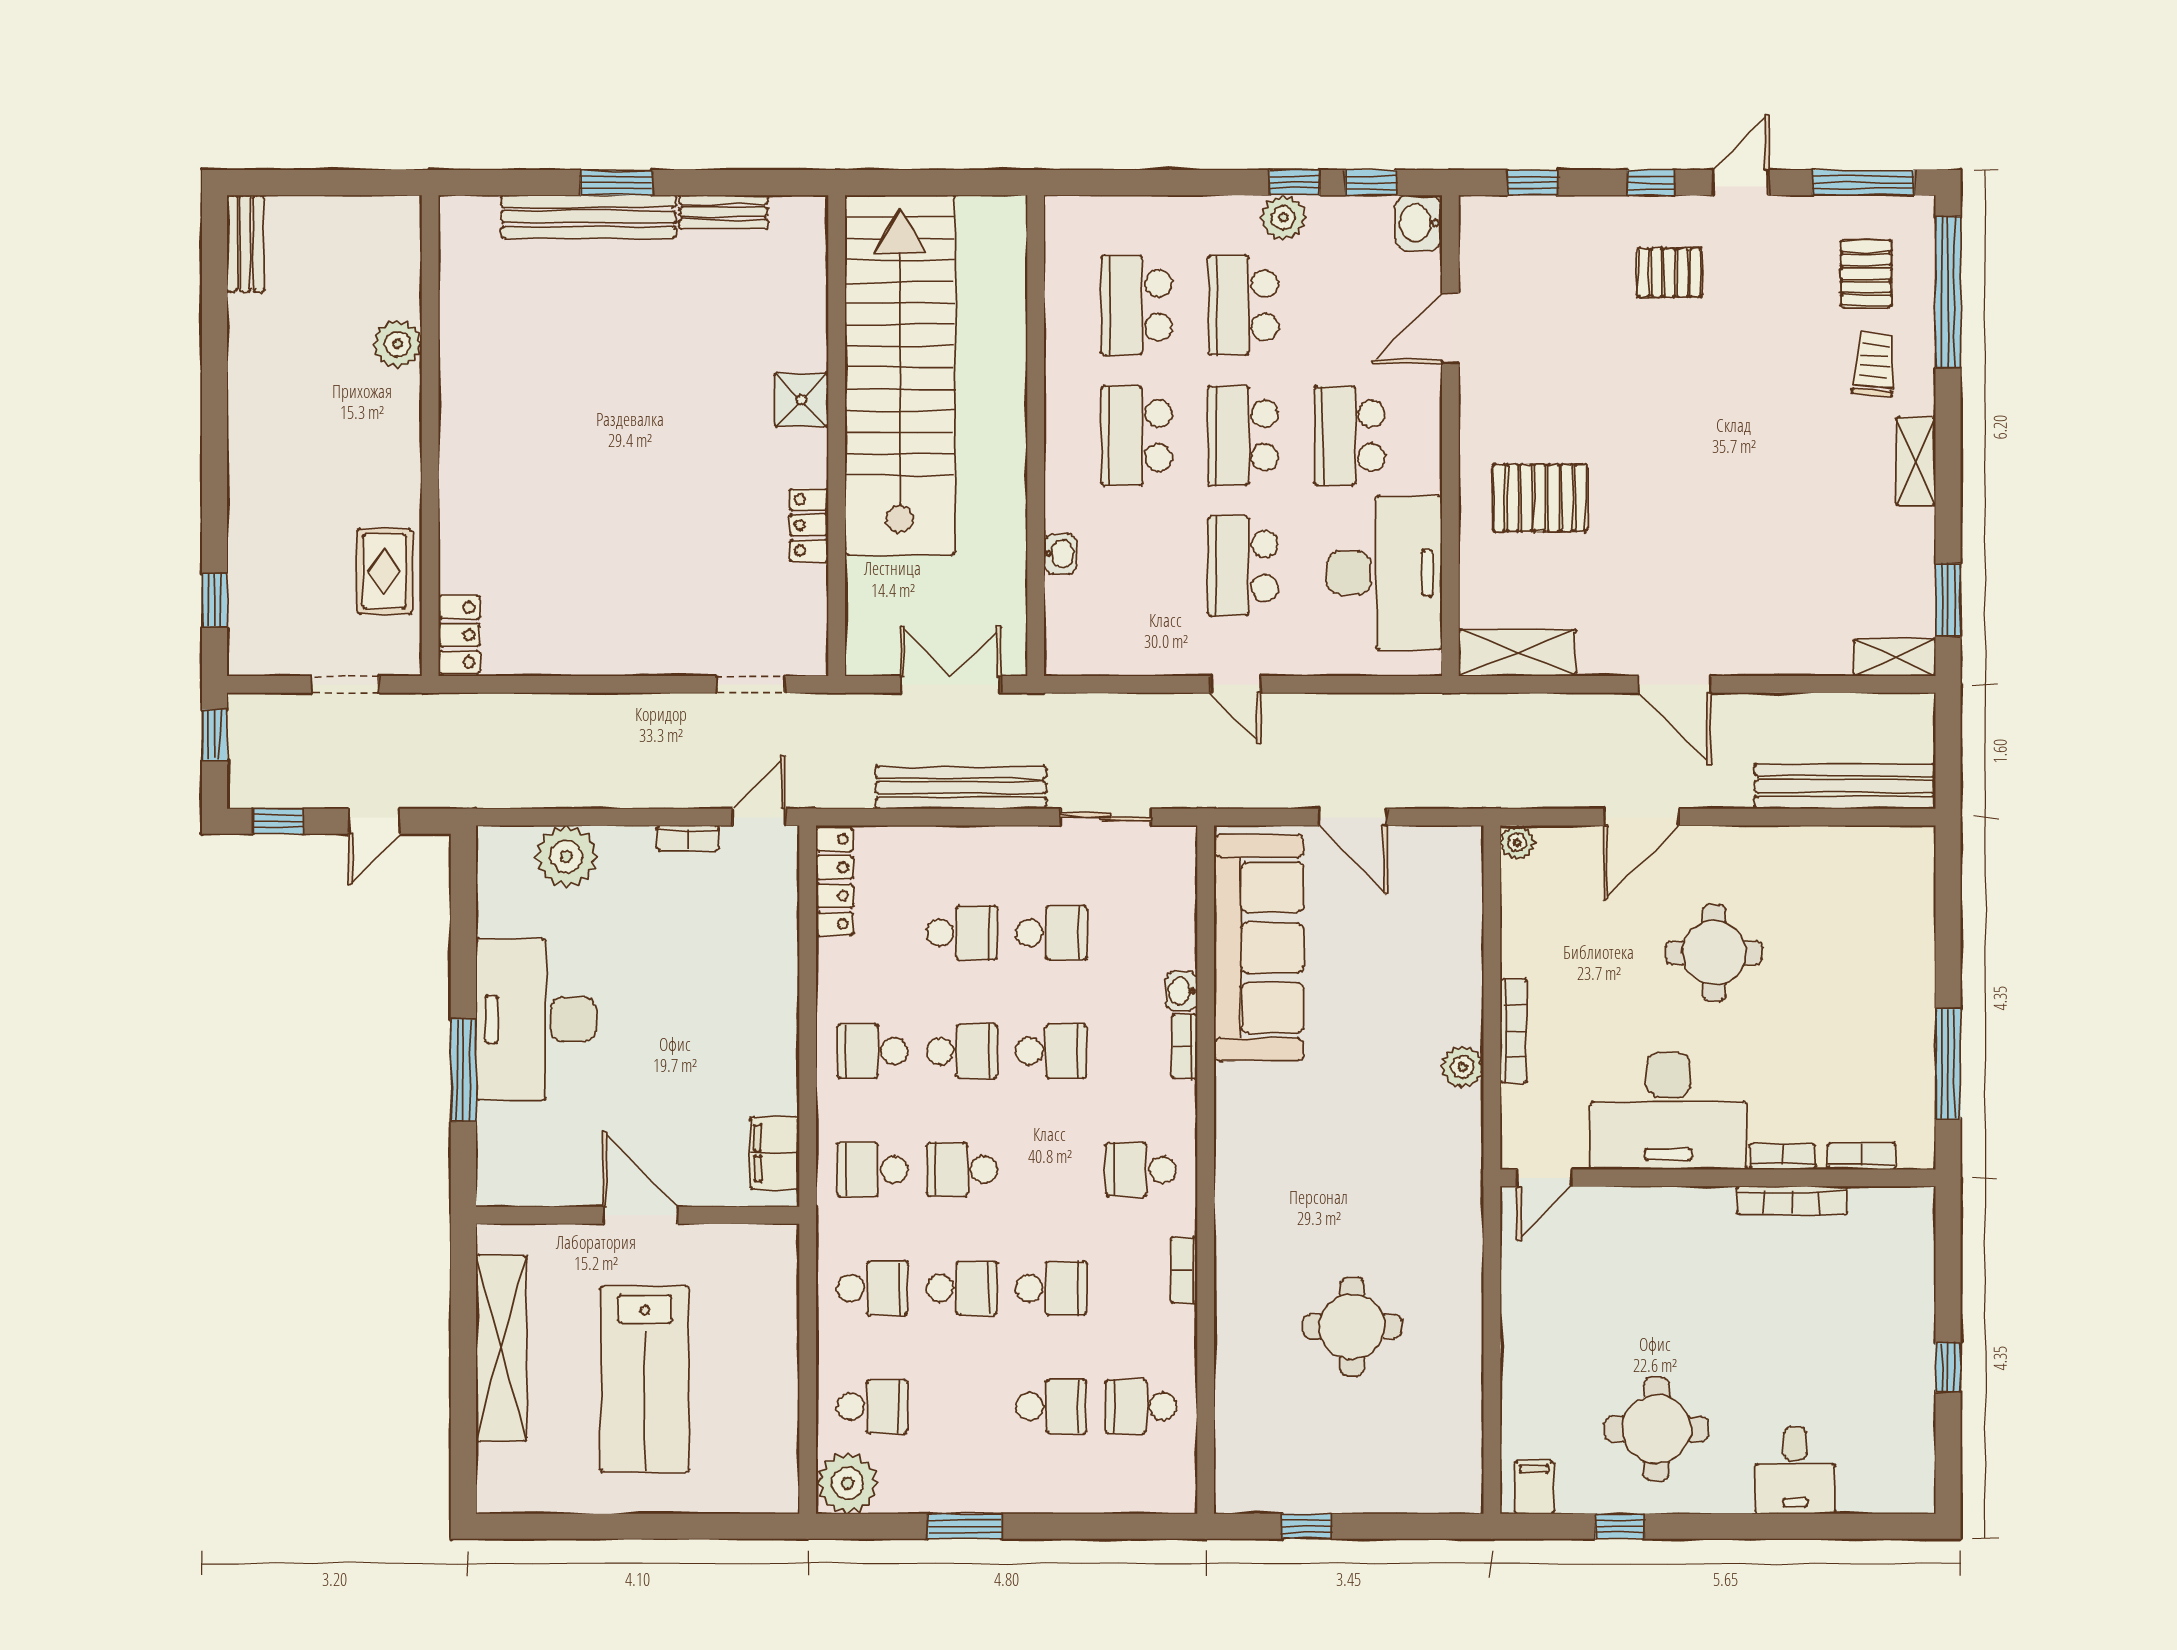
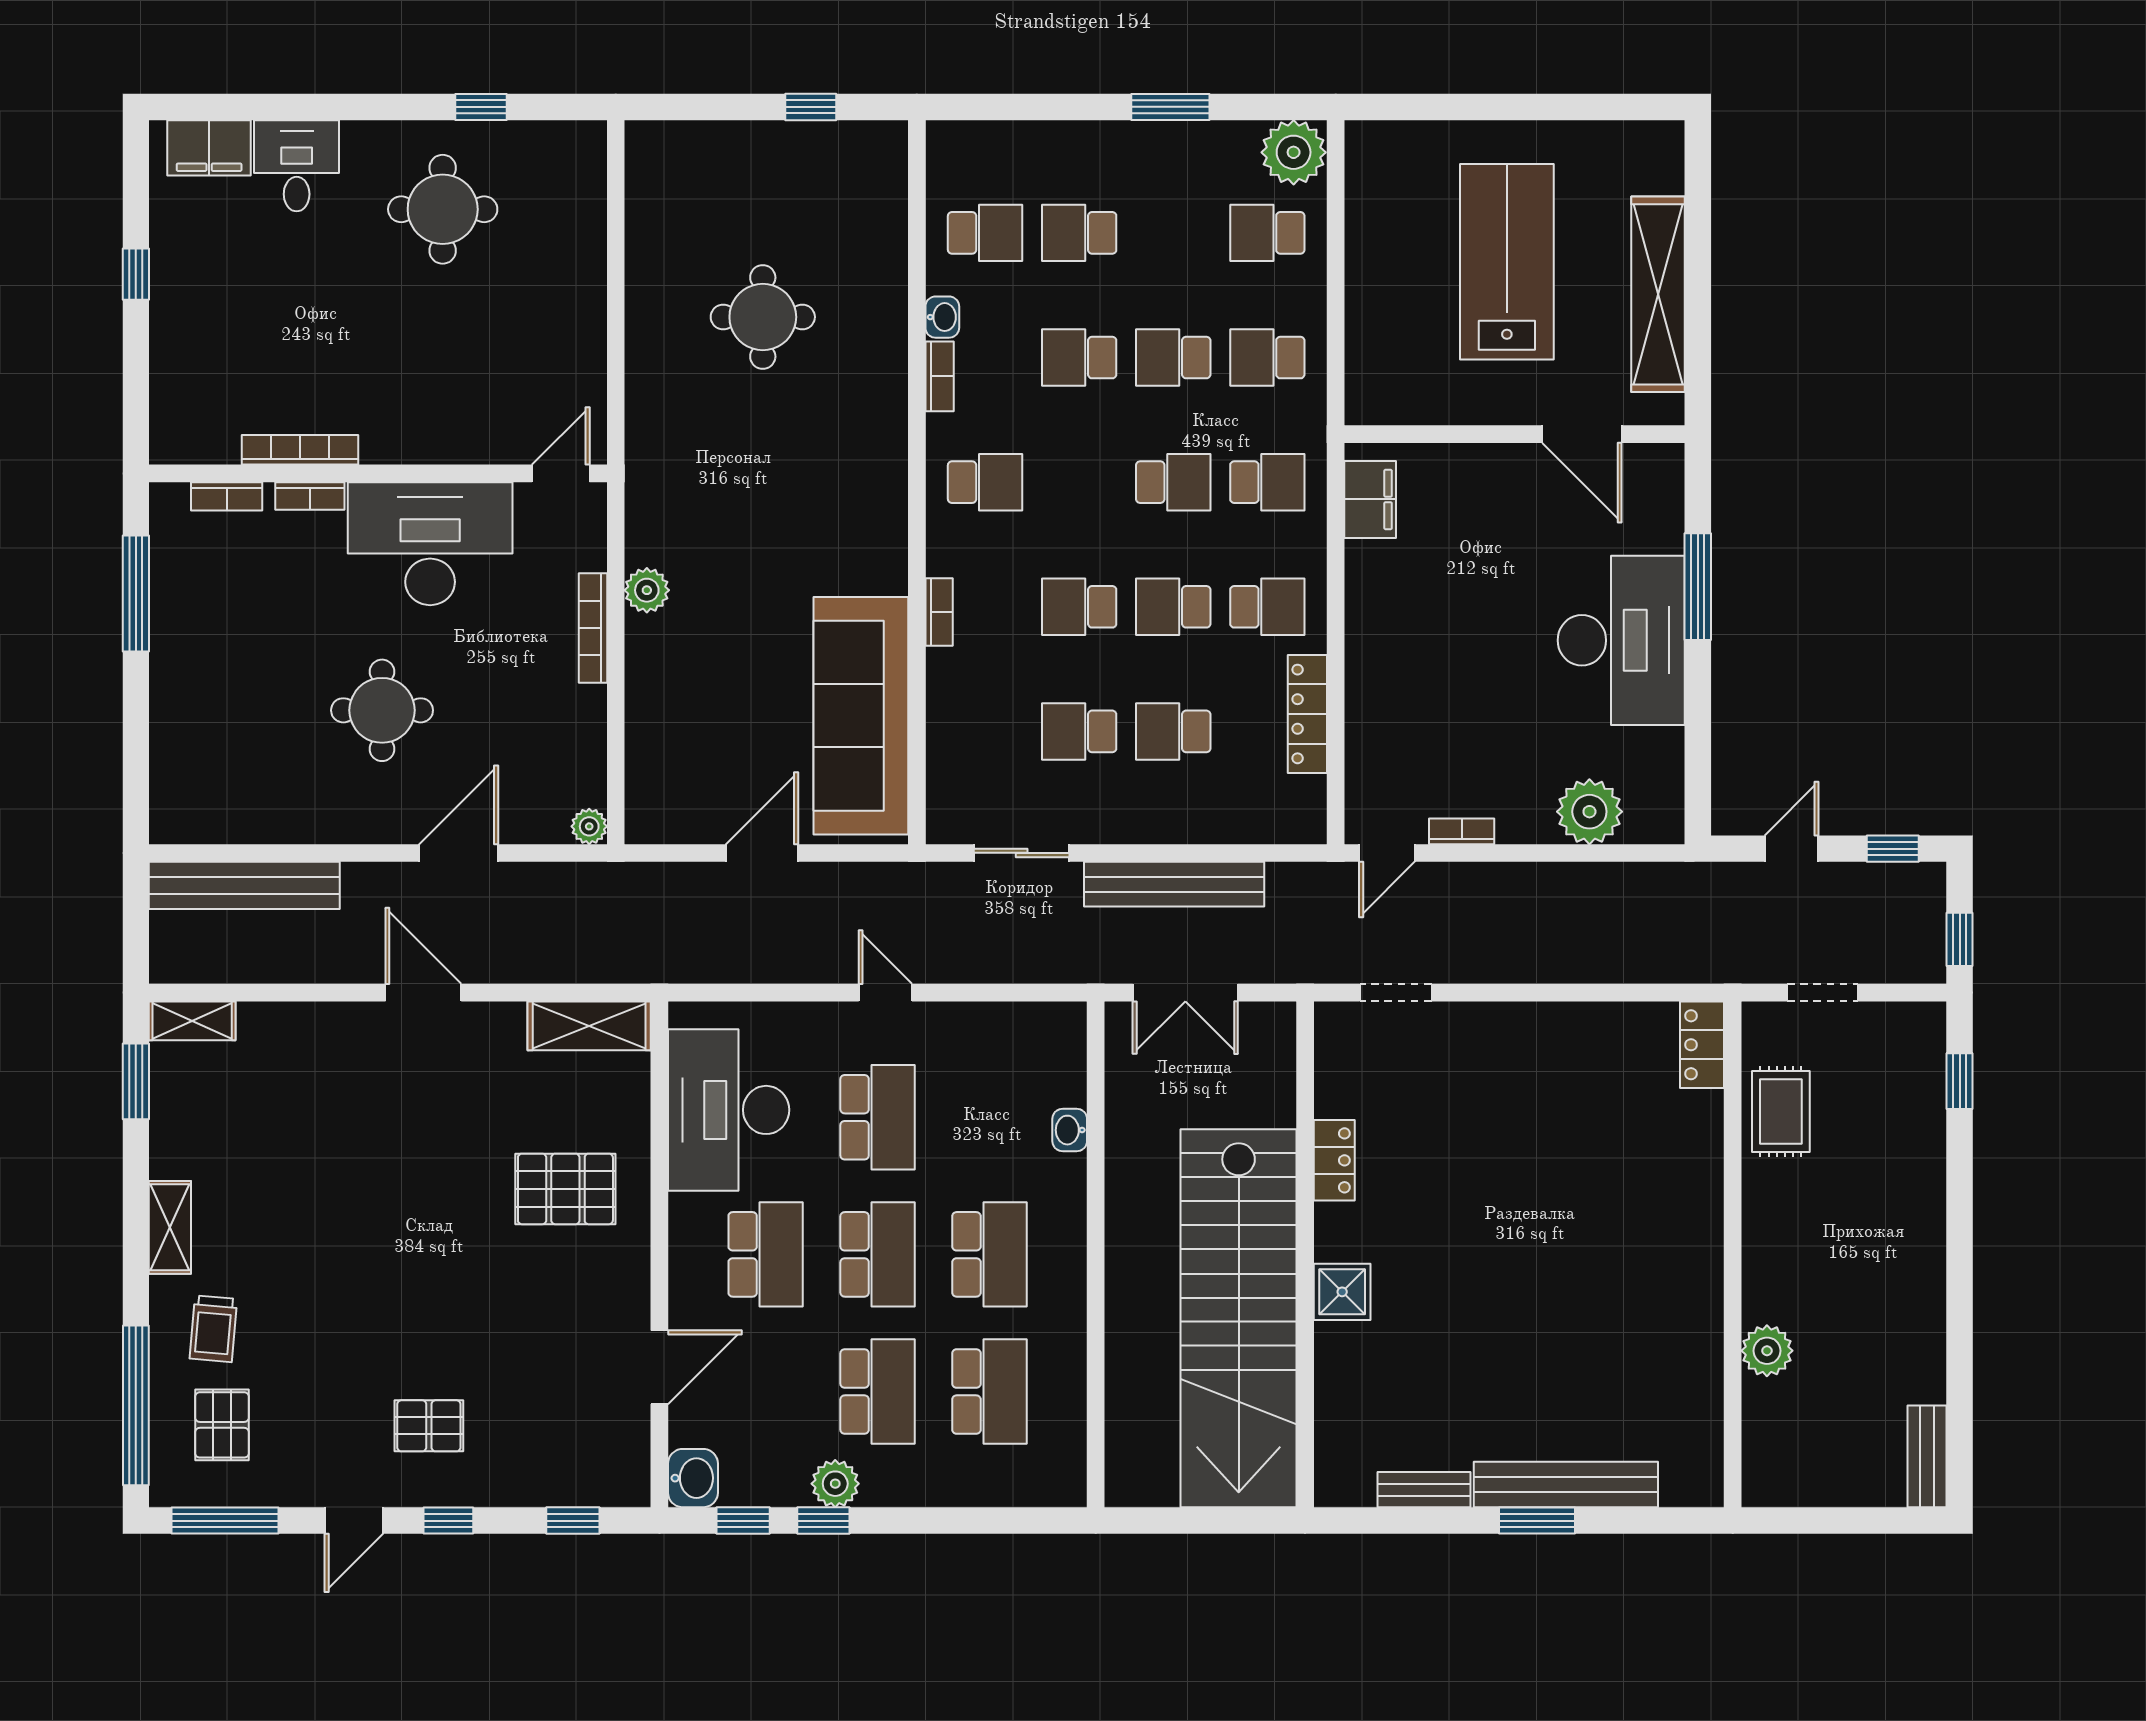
door: (1353, 817) -> (762, 853), hinge flipped
locker: (834, 882) -> (1307, 714), moved
washbasin: (1181, 991) -> (942, 317), moved
door: (641, 1215) -> (1582, 434), moved
filing cabinet: (1534, 1487) -> (209, 148), moved, width x2.00

